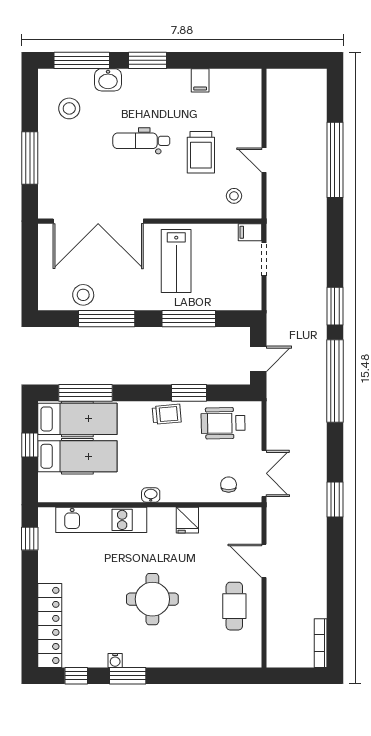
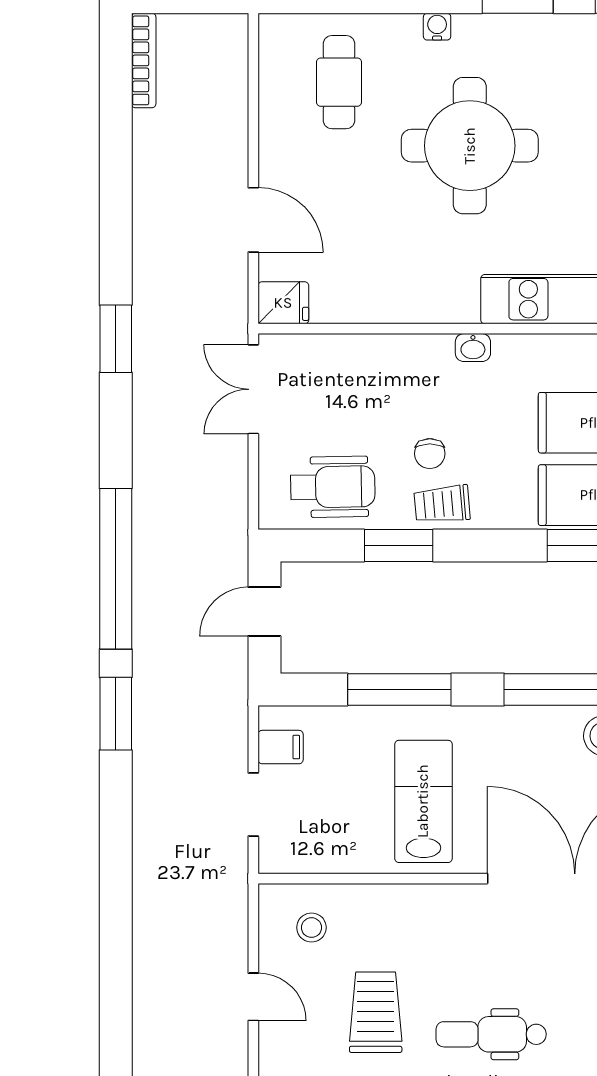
dental chair: (141, 141) -> (491, 1034), turned 180
window: (335, 160) -> (116, 998), removed
filing cabinet: (250, 232) -> (281, 747), moved
chair: (229, 485) -> (430, 454), moved
fridge: (187, 520) -> (283, 303), moved, turned 90
round table: (152, 599) -> (470, 146), width x1.36, depth x1.36
cafe table: (234, 606) -> (339, 82), moved
water cooler: (115, 660) -> (437, 27), moved

